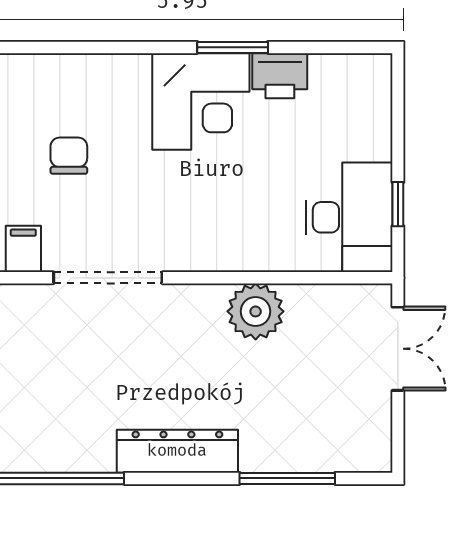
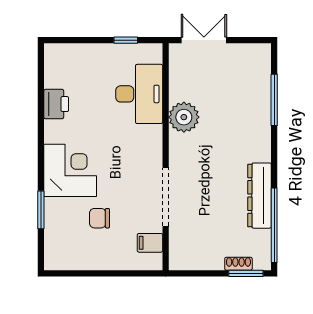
window: (233, 47) -> (41, 210), moved
corner desk: (201, 101) -> (70, 170), moved
desk: (349, 217) -> (139, 94), moved, turned 90
dresser: (177, 451) -> (259, 196), moved

